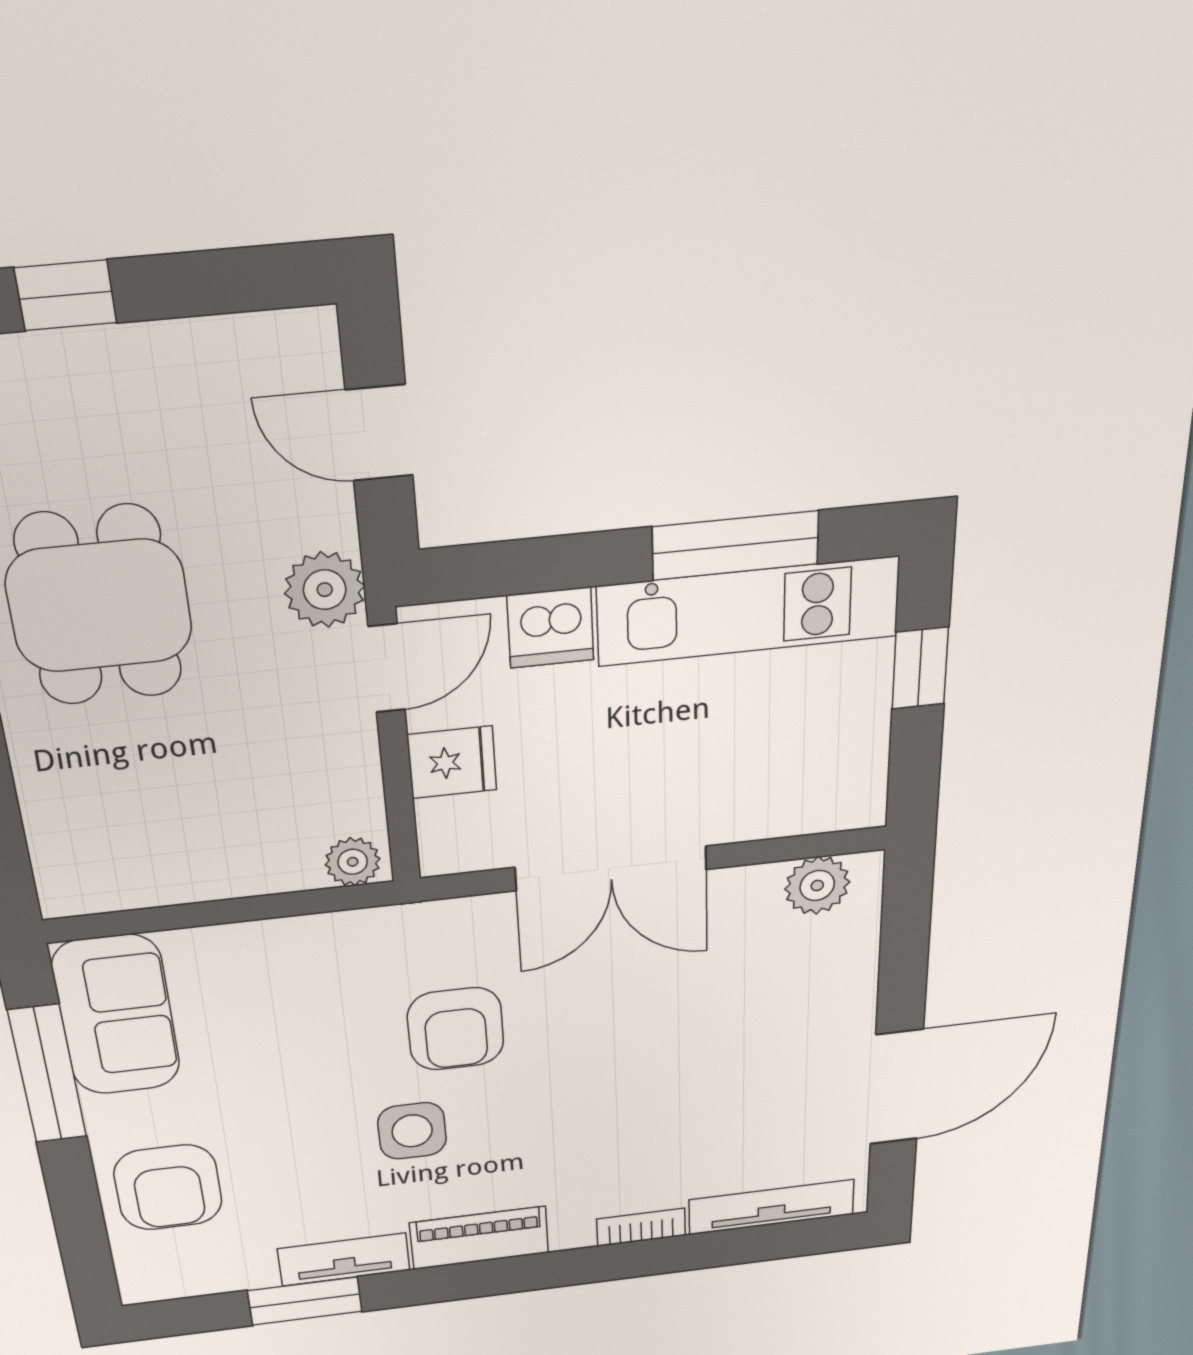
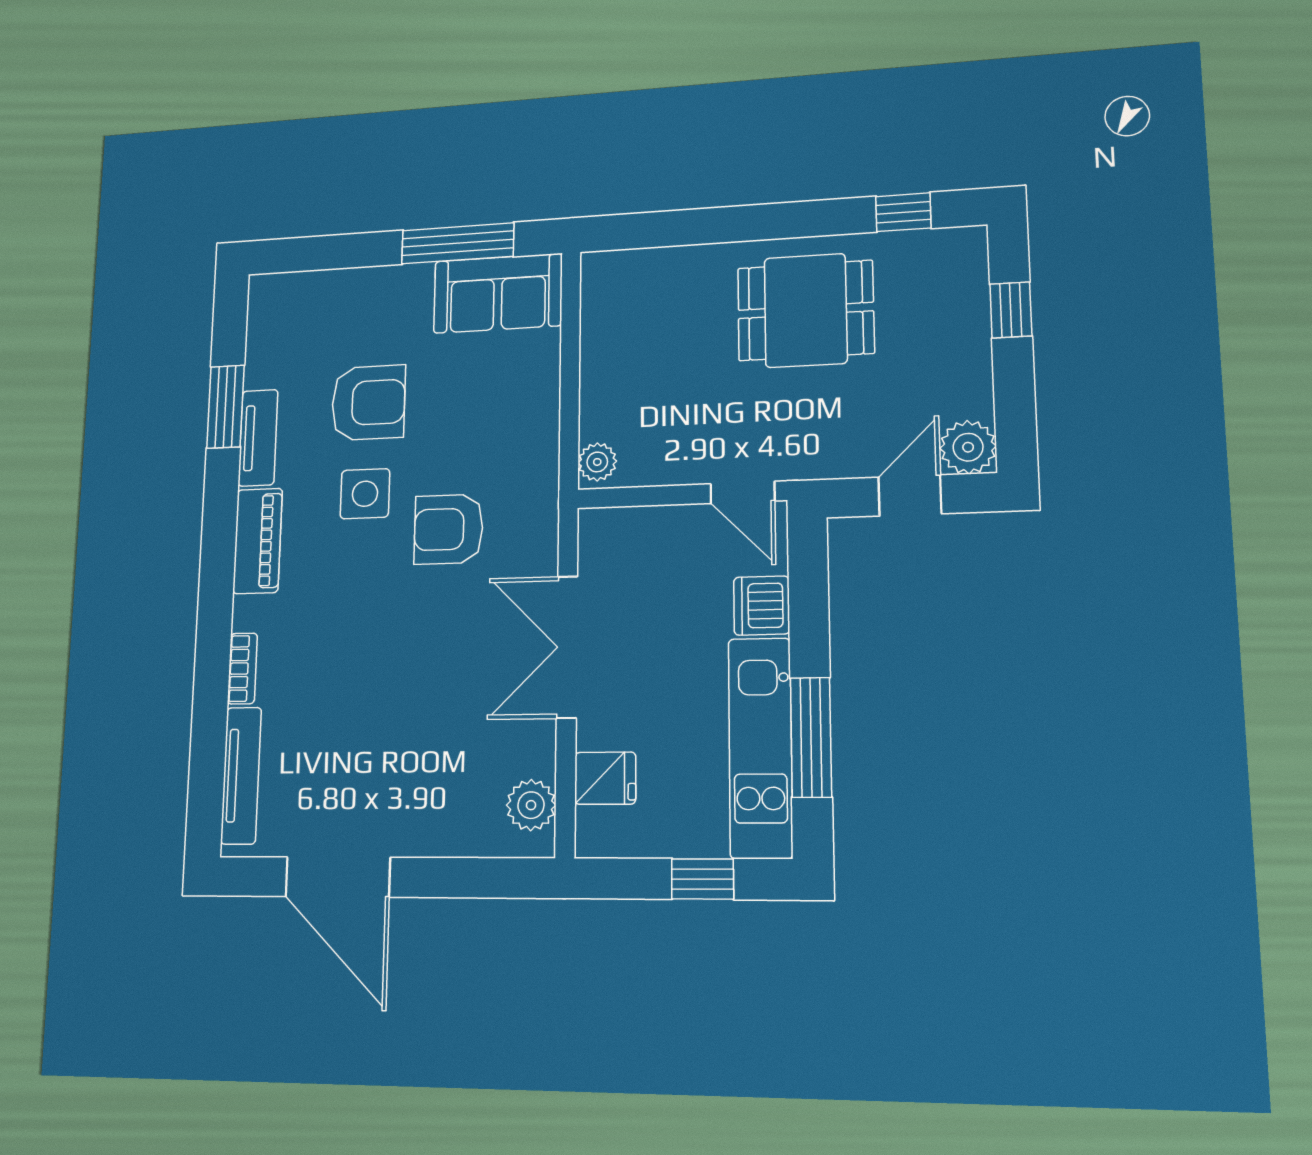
plant: (325, 590) -> (968, 447), moved
fridge: (452, 762) -> (605, 778), moved, turned -90
armchair: (168, 1188) -> (368, 403), moved, turned 180

